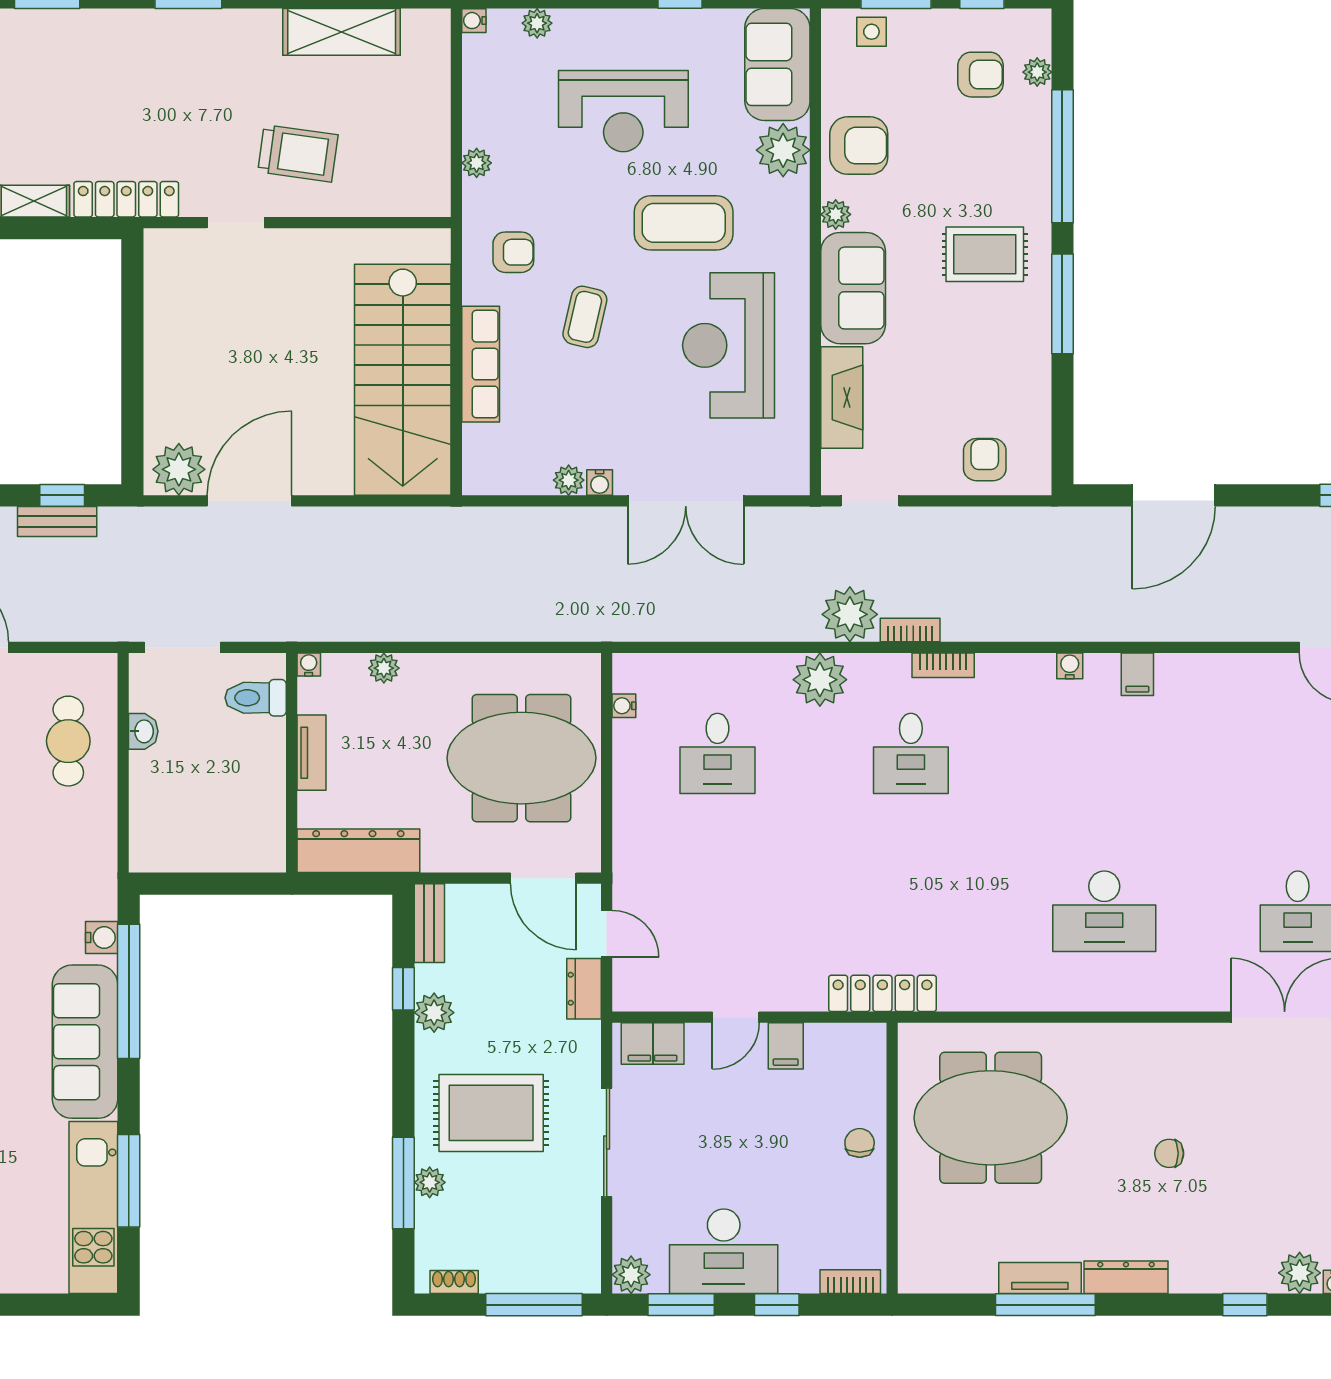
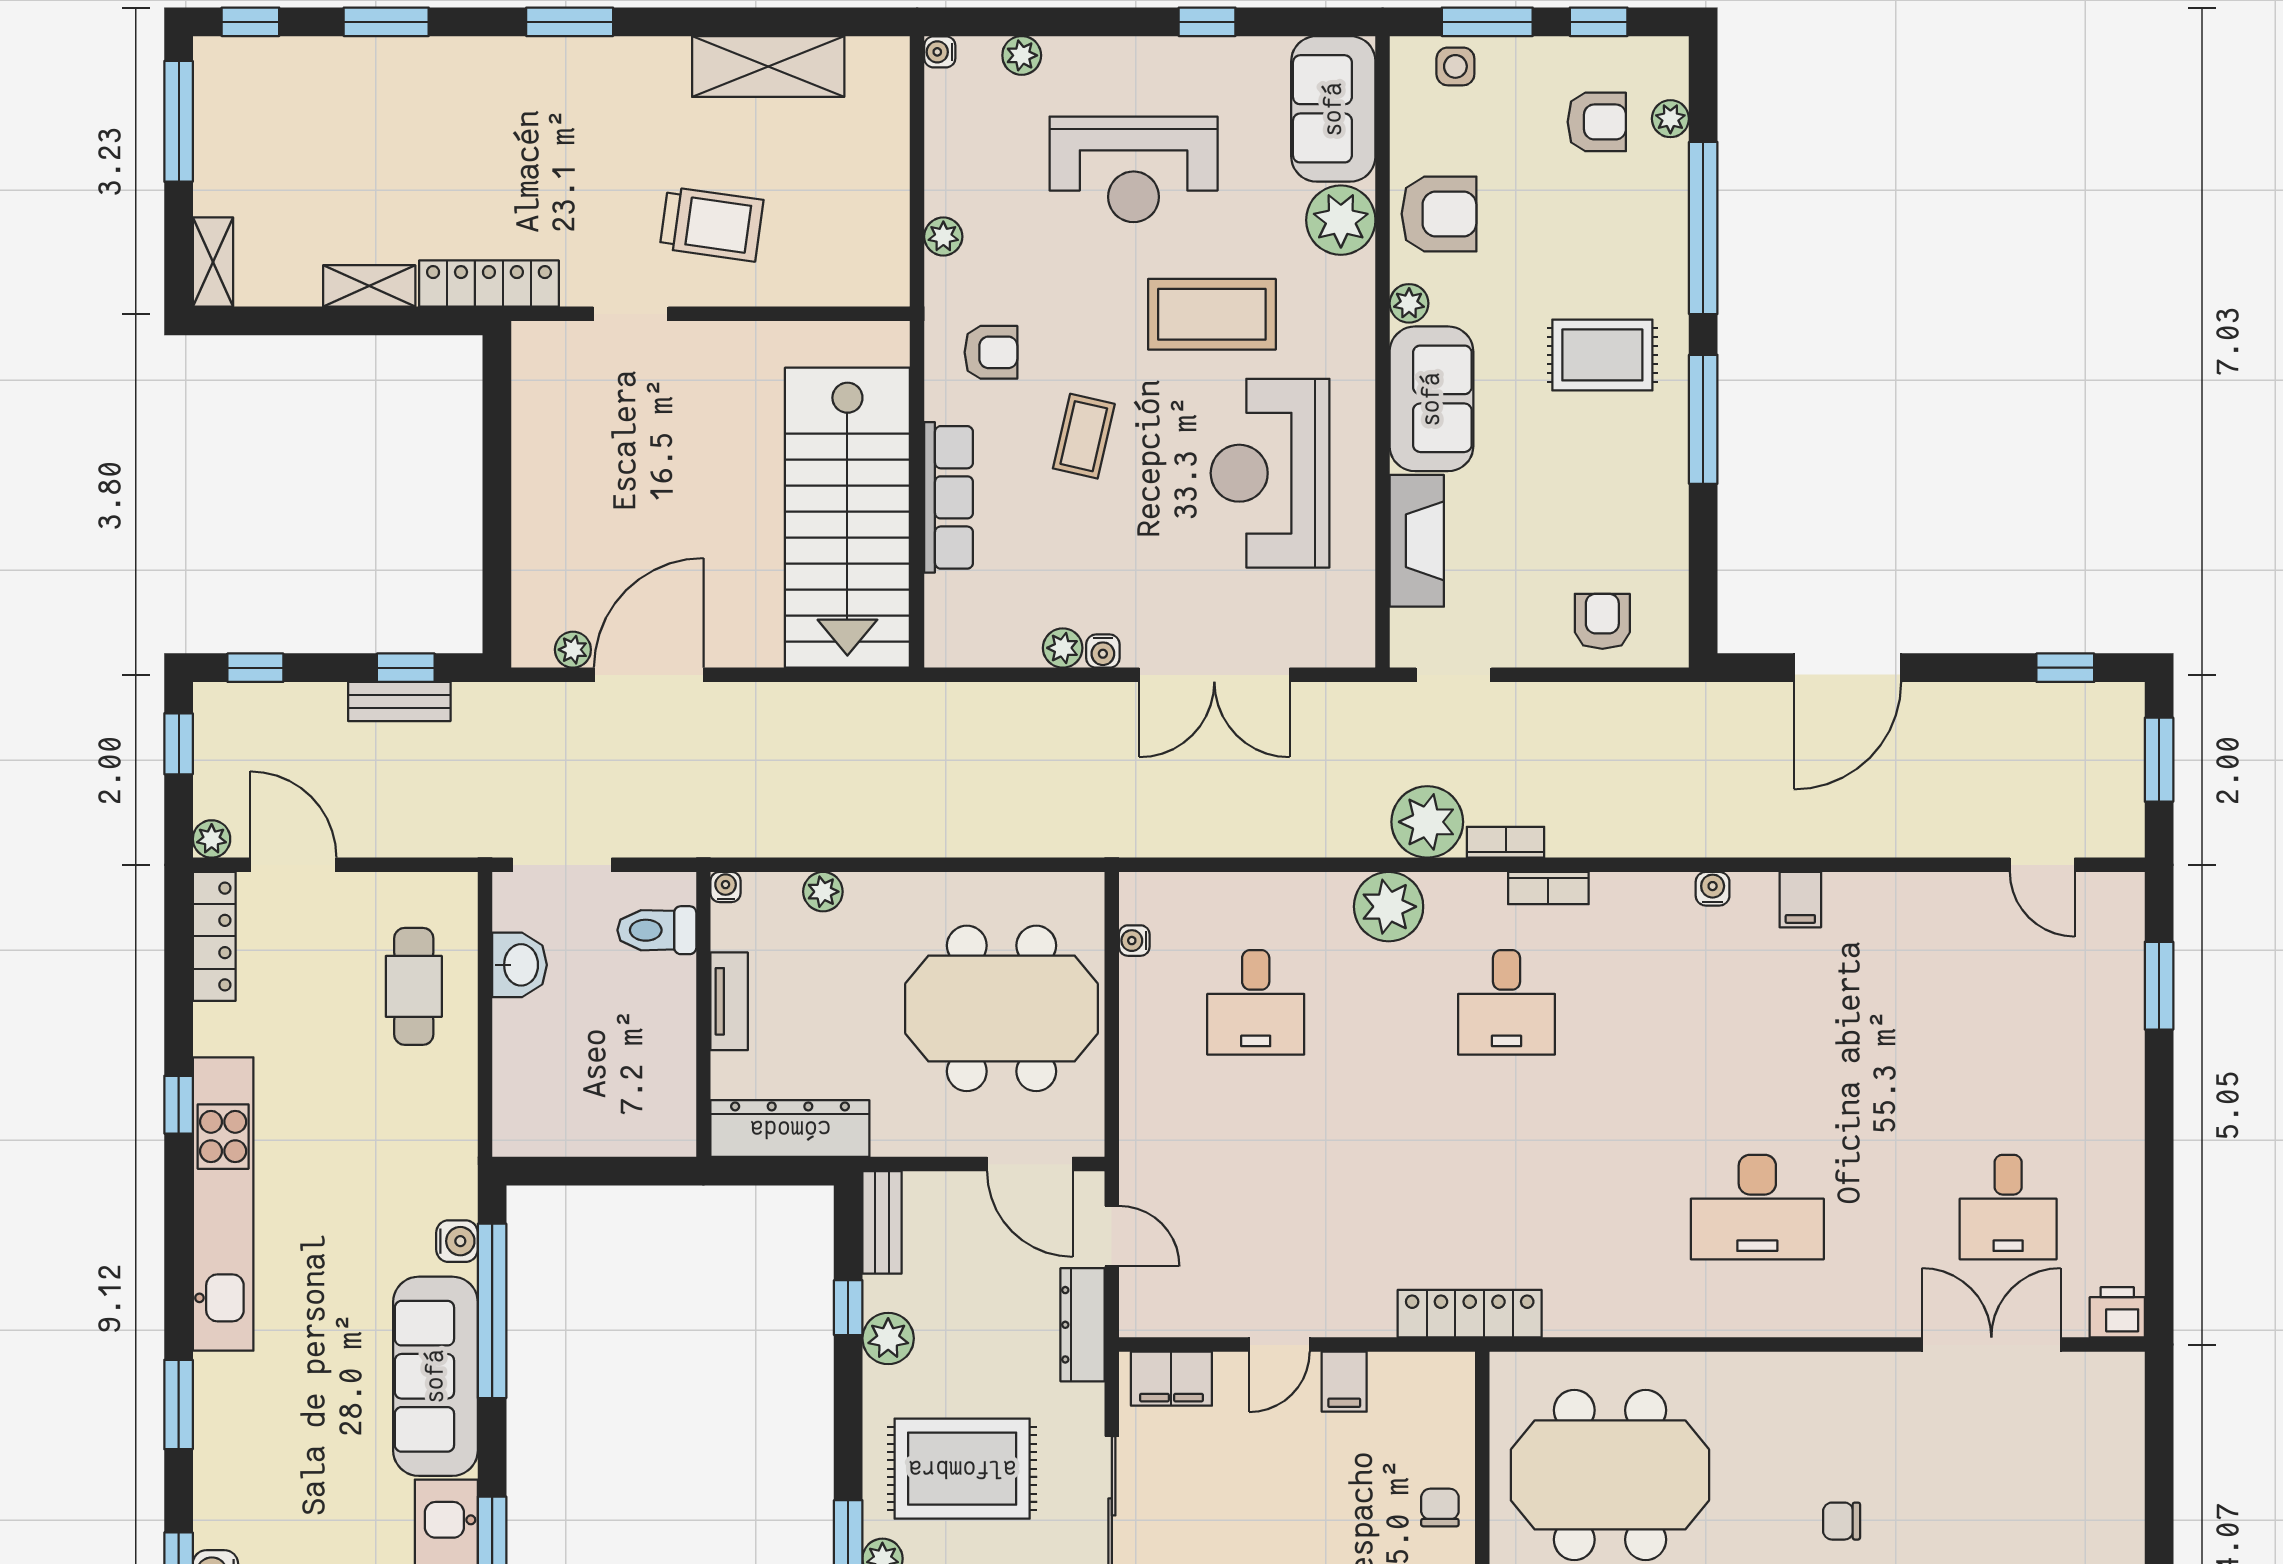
plant: (179, 469) -> (573, 650), width x0.53, depth x0.53
washbasin: (143, 731) -> (519, 965), width x1.38, depth x1.45
dresser: (584, 989) -> (1083, 1325), width x1.44

